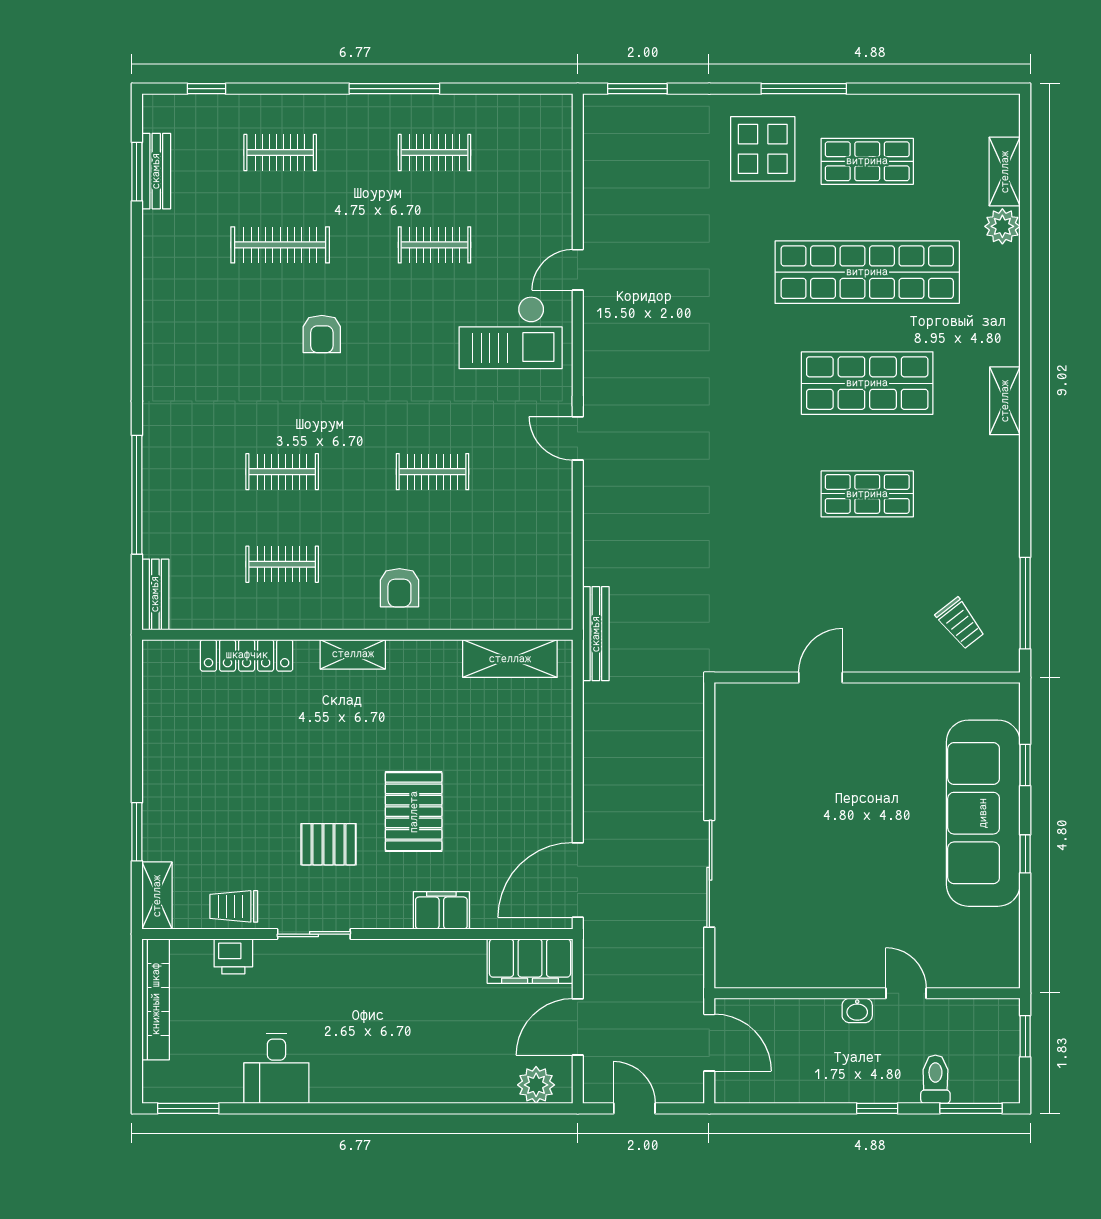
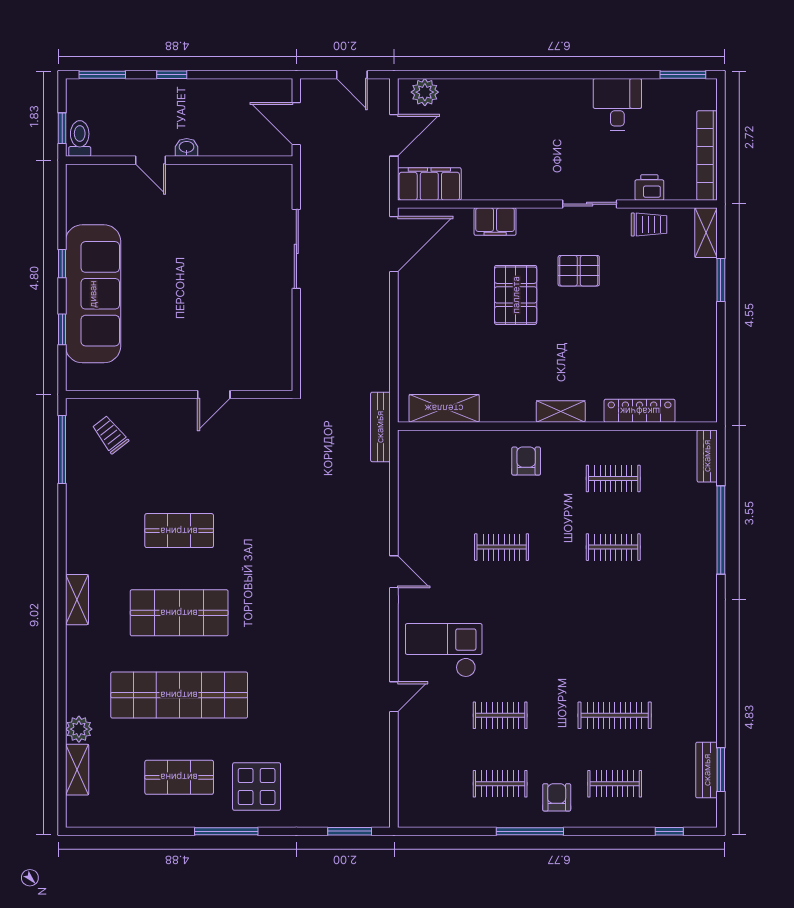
armchair: (322, 334) -> (557, 797), moved
toilet: (935, 1079) -> (80, 139), moved, turned 180

